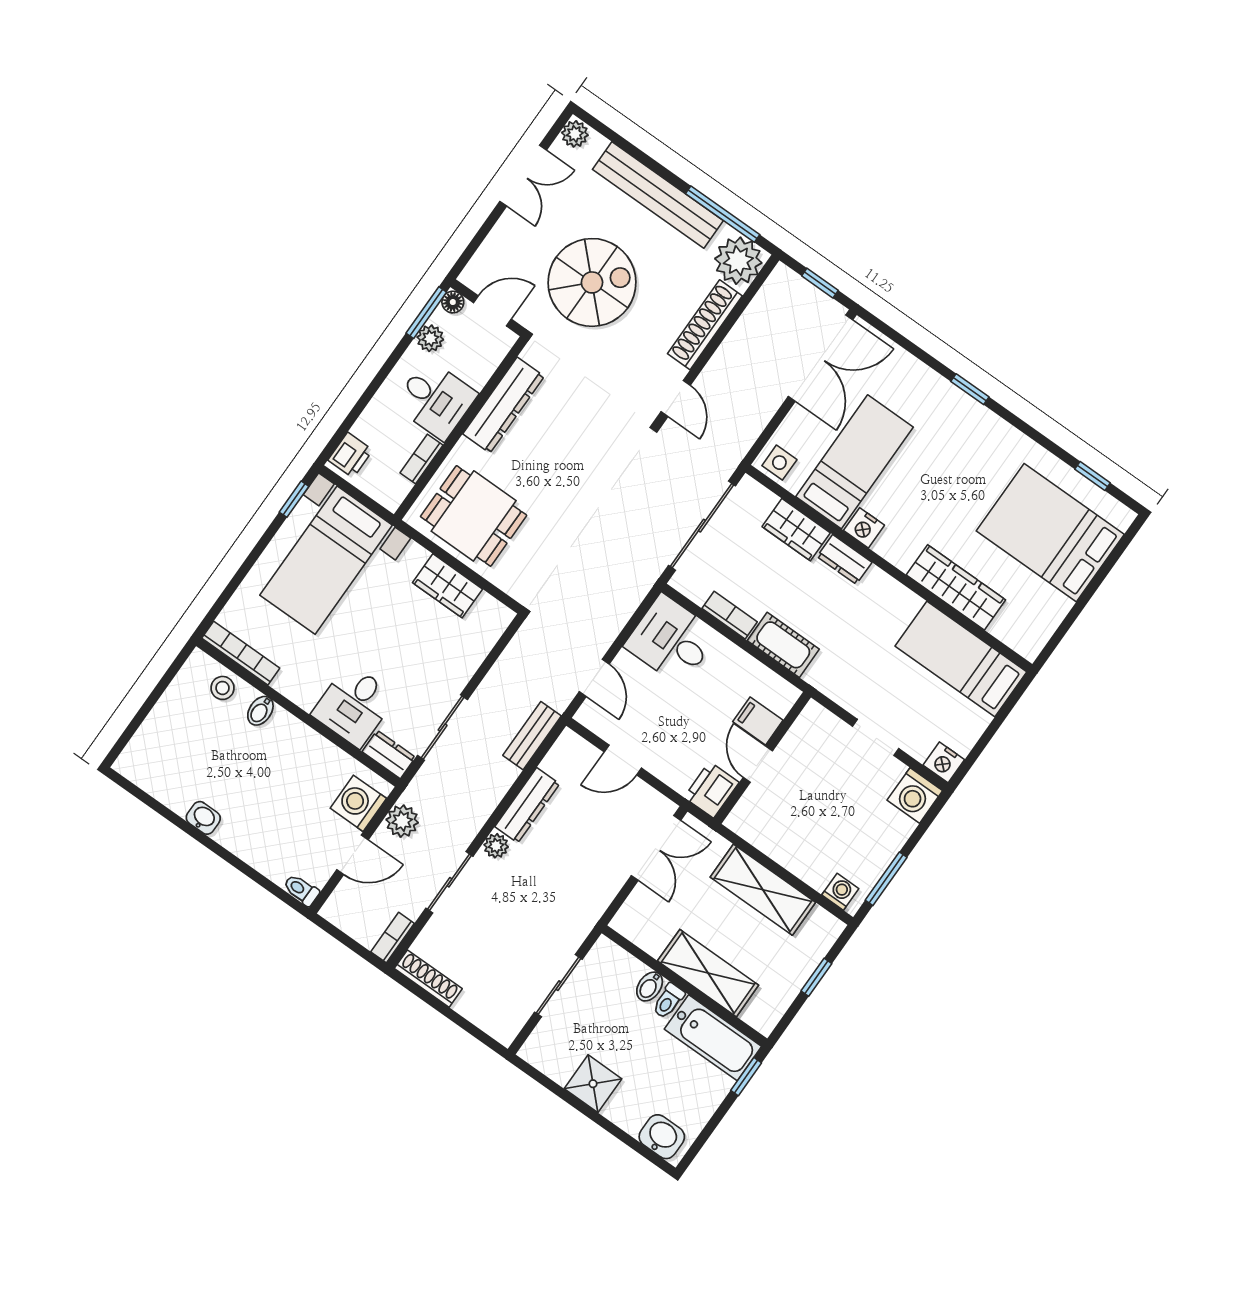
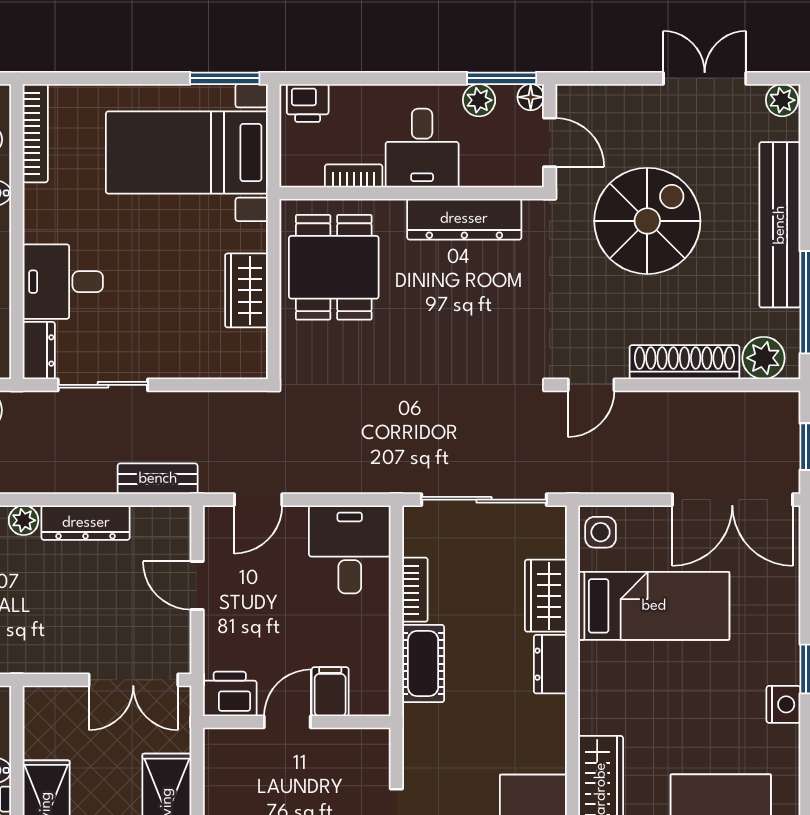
double door: (523, 176) -> (705, 78), swing flipped
plant: (738, 261) -> (764, 358), width x0.73, depth x0.73
spiral stairs: (592, 282) -> (647, 221), turned -90
window: (294, 499) -> (225, 78), width x1.50
nightstand: (864, 528) -> (783, 704), moved, turned 180

